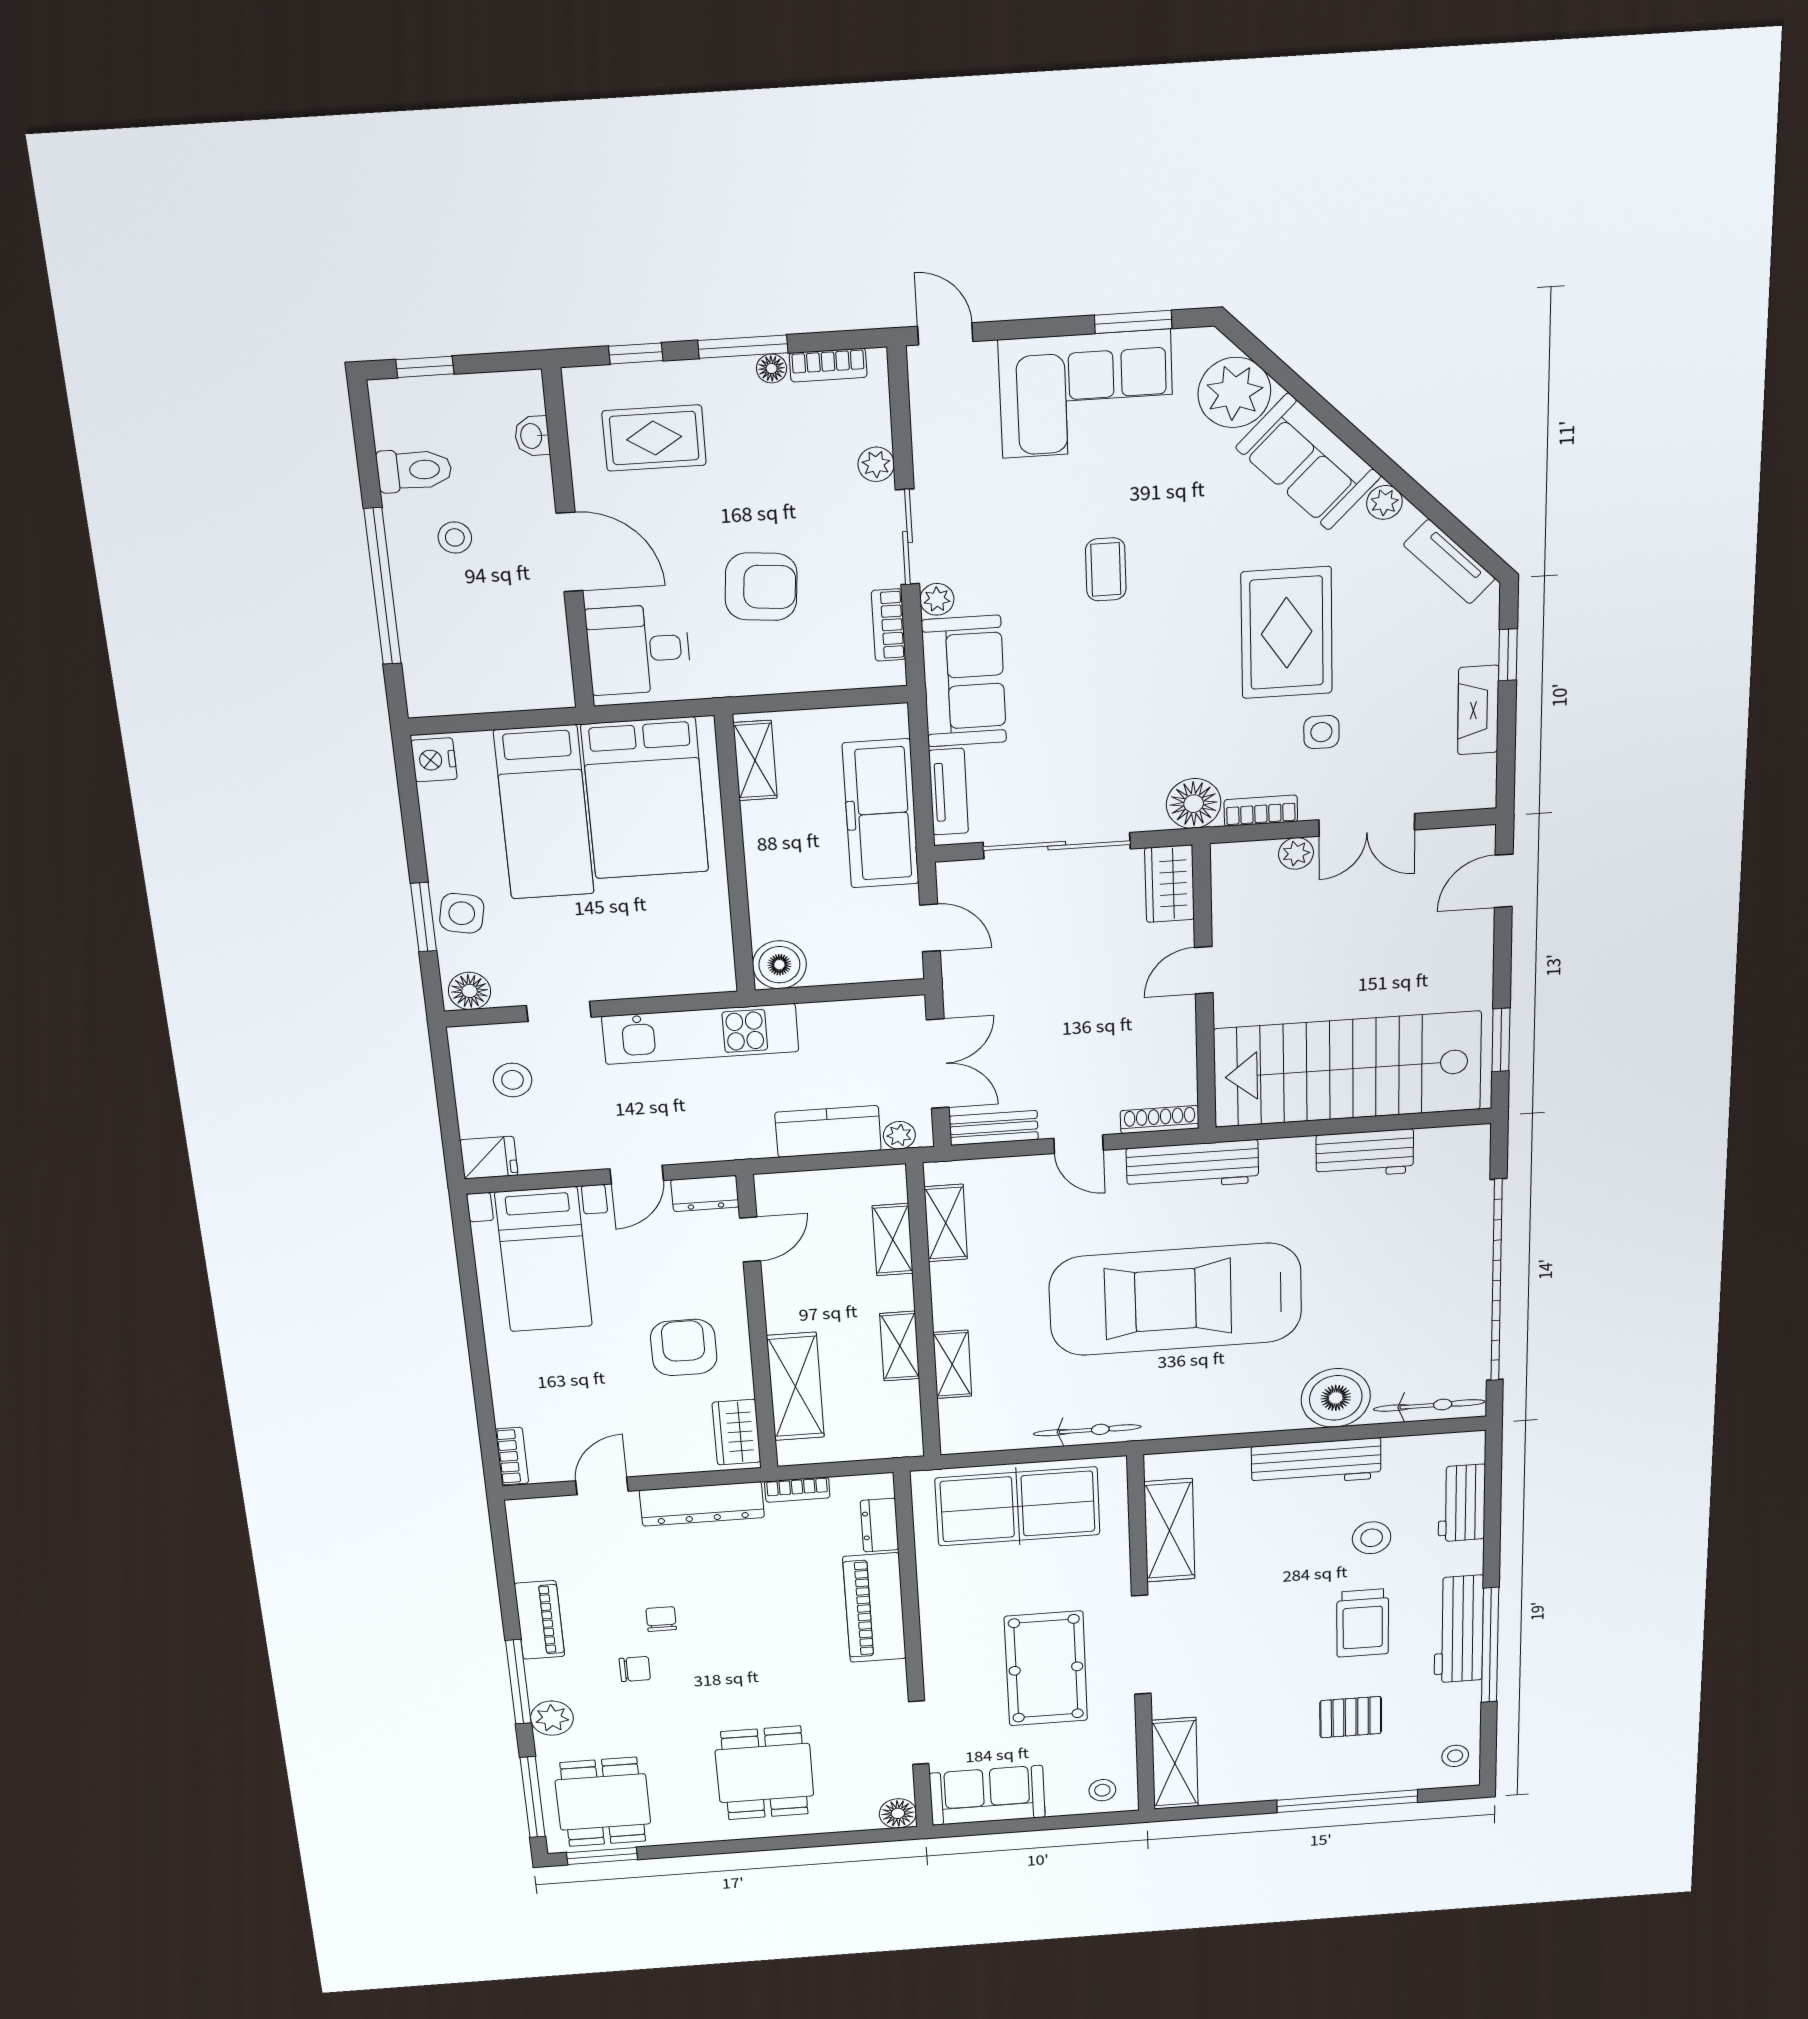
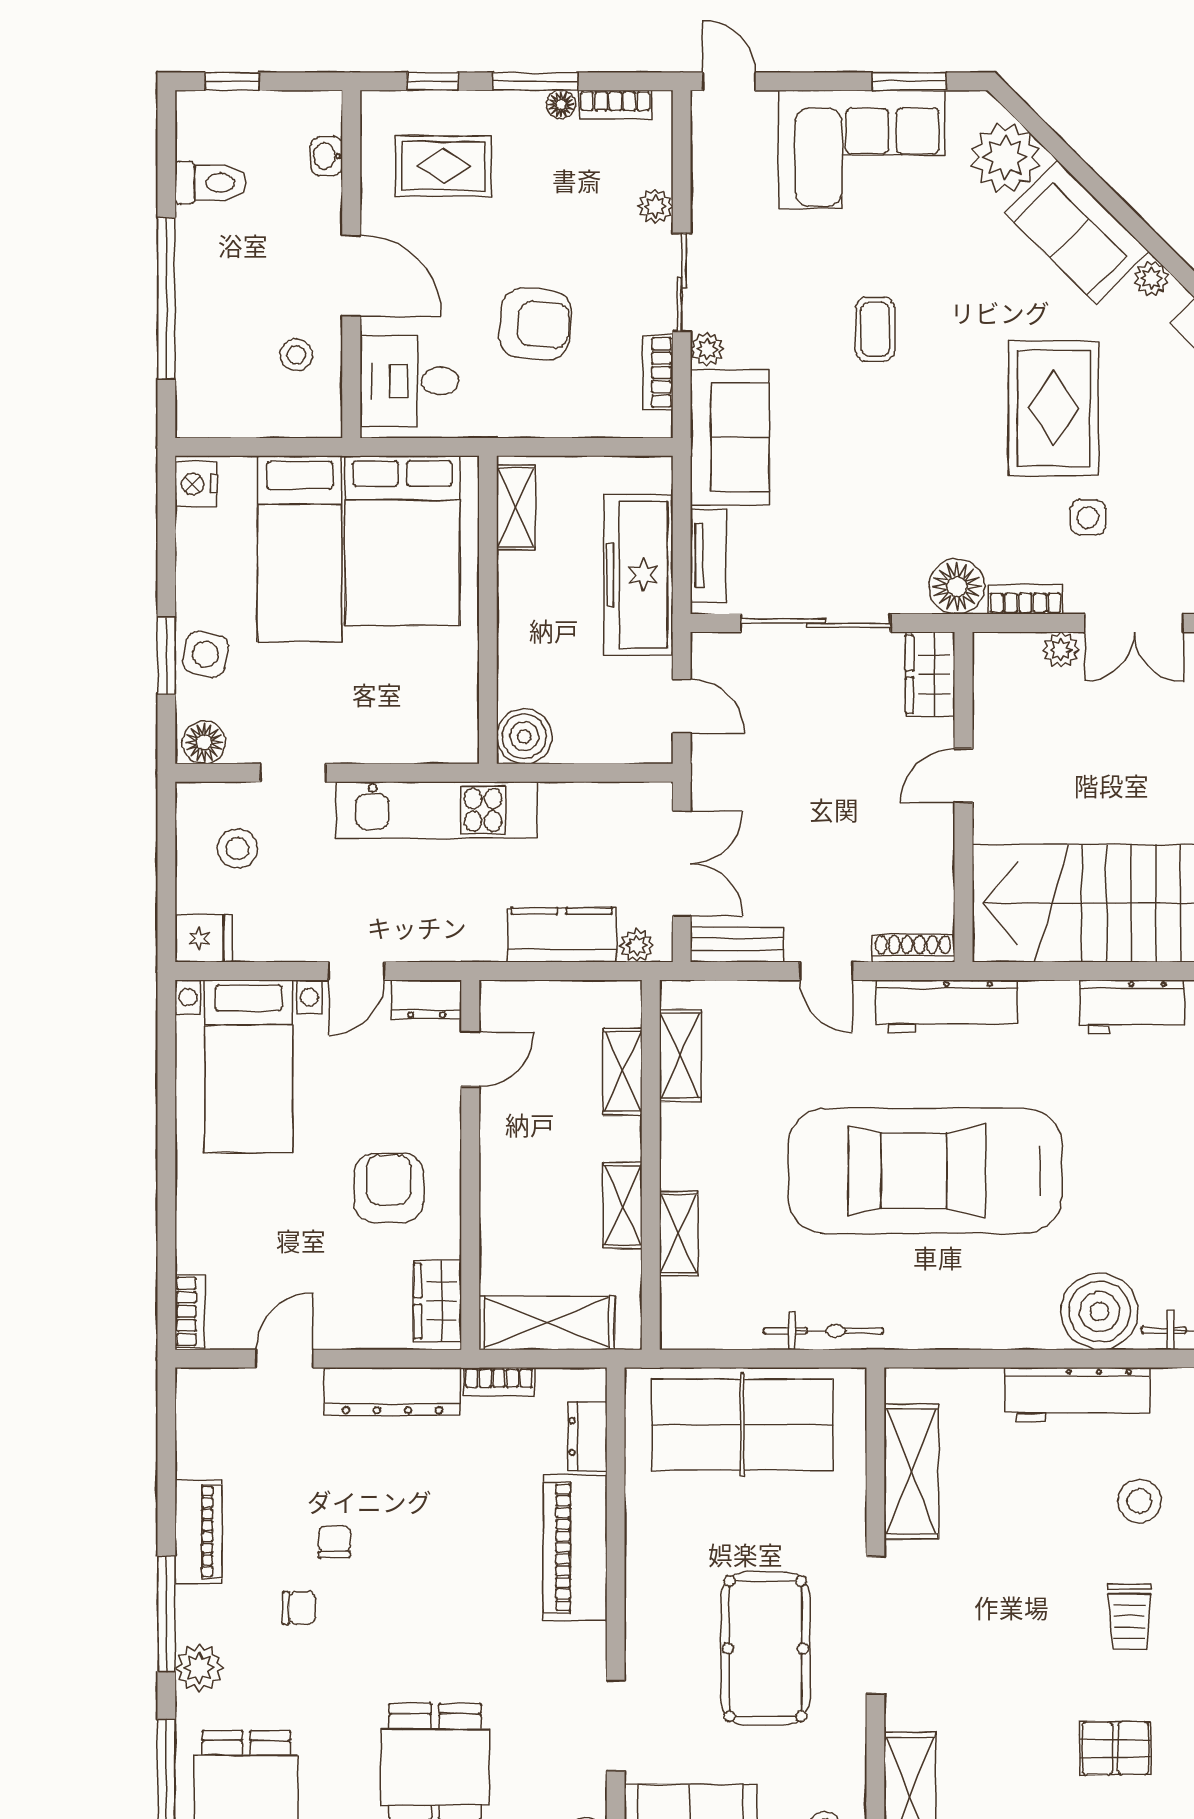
stool: (455, 537) -> (296, 355), moved
shelving: (795, 1387) -> (547, 1323), moved, turned 90
trolley: (1363, 1623) -> (1129, 1617), width x0.73, depth x0.72

